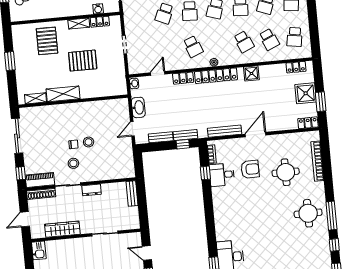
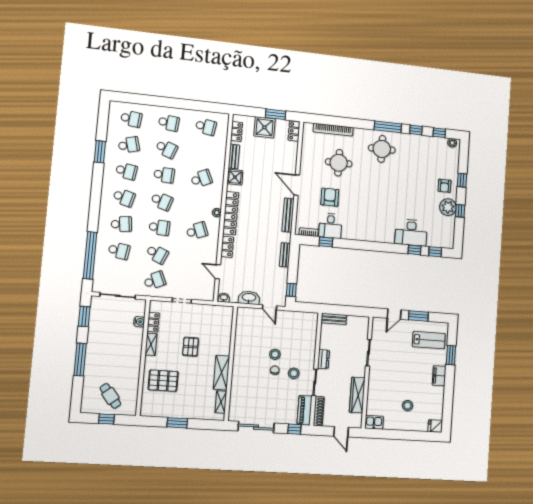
school desk: (269, 39) -> (155, 281), moved
pallet: (83, 61) -> (191, 347), width x0.67, depth x0.71
bench: (161, 137) -> (234, 157), moved
window: (183, 144) -> (291, 290), moved

